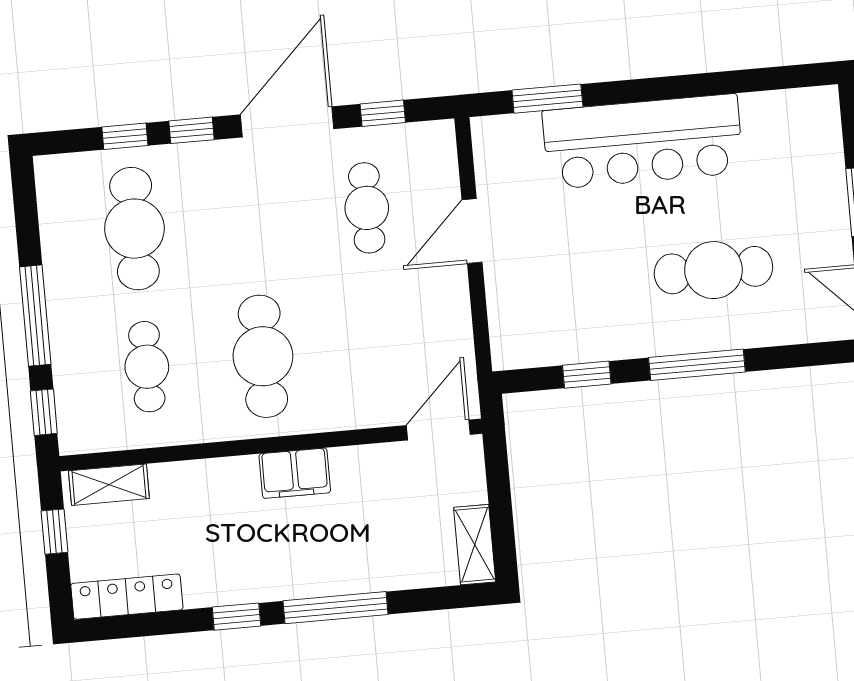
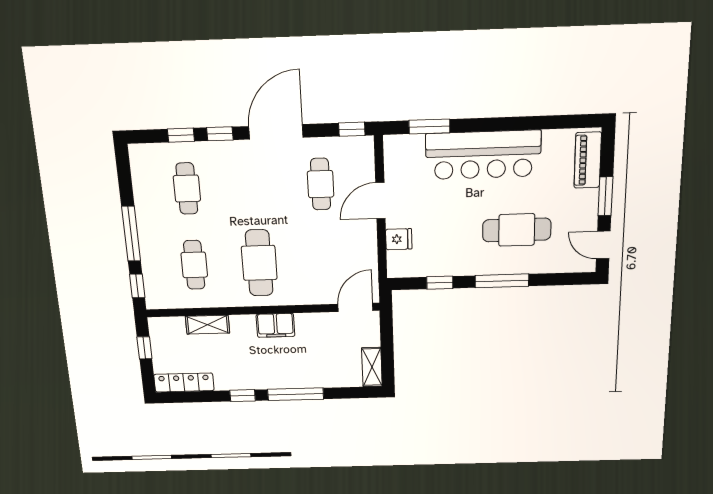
window: (383, 113) -> (352, 129), moved
piano: (822, 141) -> (588, 160), added
cafe table: (134, 229) -> (187, 189), width x0.73, depth x0.74
fridge: (508, 299) -> (399, 239), added
shelving: (109, 485) -> (208, 325), moved

